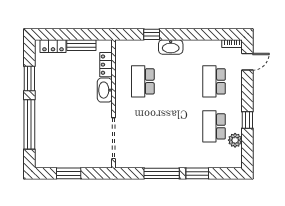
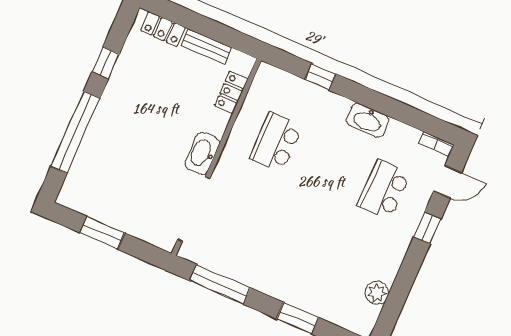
washbasin: (171, 47) -> (368, 120), moved
window: (29, 78) -> (106, 63), width x0.67
washbasin: (105, 90) -> (202, 153), moved
window: (247, 120) -> (427, 228), moved
school desk: (214, 126) -> (354, 258), removed
window: (162, 173) -> (220, 284), moved

